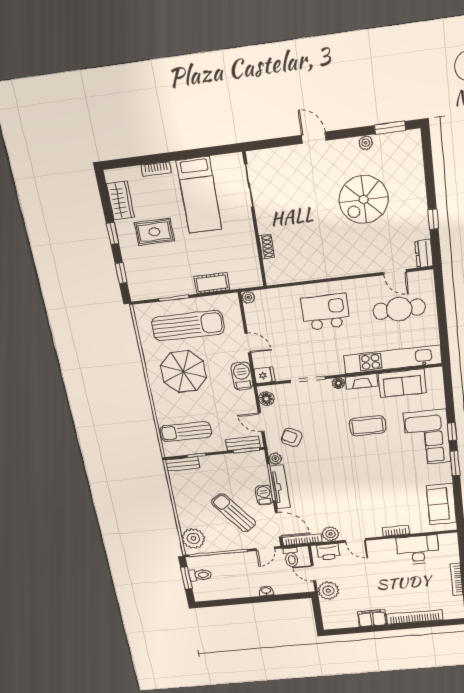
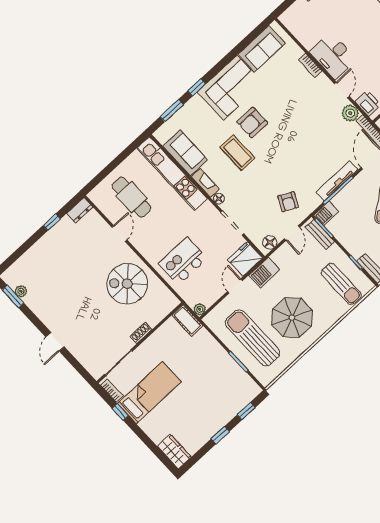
plant: (366, 143) -> (21, 291), moved
window: (198, 153) -> (120, 412), added
bookcase: (156, 169) -> (112, 391), moved
spiral stairs: (364, 200) -> (127, 284), moved, turned 180
wardrobe: (120, 201) -> (174, 452), moved, turned 90
rug: (154, 232) -> (198, 407), removed
shoe rack: (266, 246) -> (141, 333), moved
door: (395, 272) -> (119, 233), moved
cot: (212, 283) -> (187, 320), moved
kitchen island: (325, 312) -> (183, 261), moved, turned 90
fridge: (264, 375) -> (245, 259), width x1.88, depth x1.34
corner sofa: (427, 437) -> (230, 88), moved
armchair: (384, 455) -> (252, 122), added
plant: (275, 459) -> (315, 201), removed
window: (455, 463) -> (172, 111), moved
barbecue: (264, 495) -> (326, 213), moved
desk: (418, 550) -> (333, 56), moved

